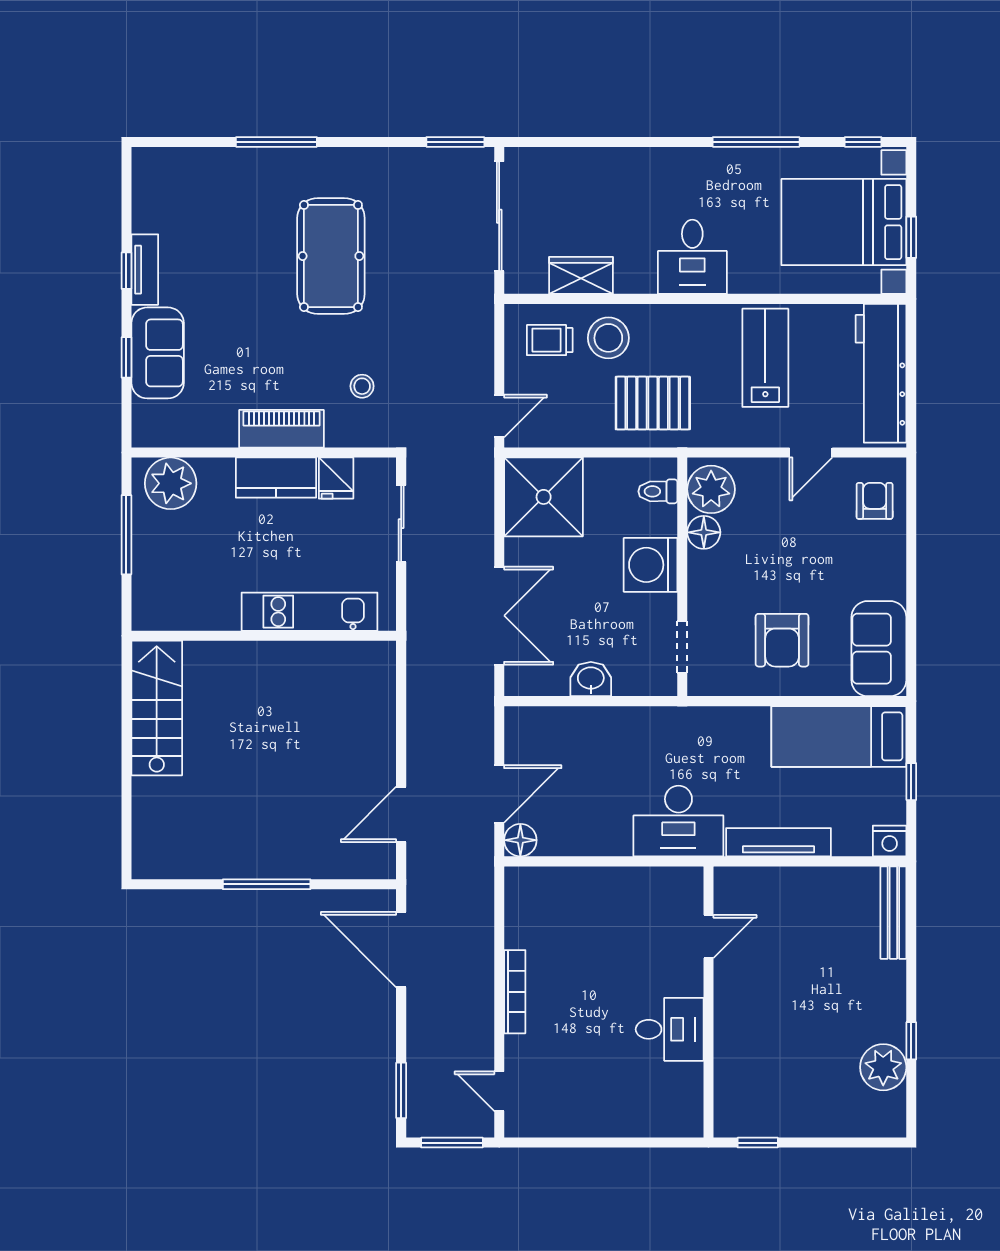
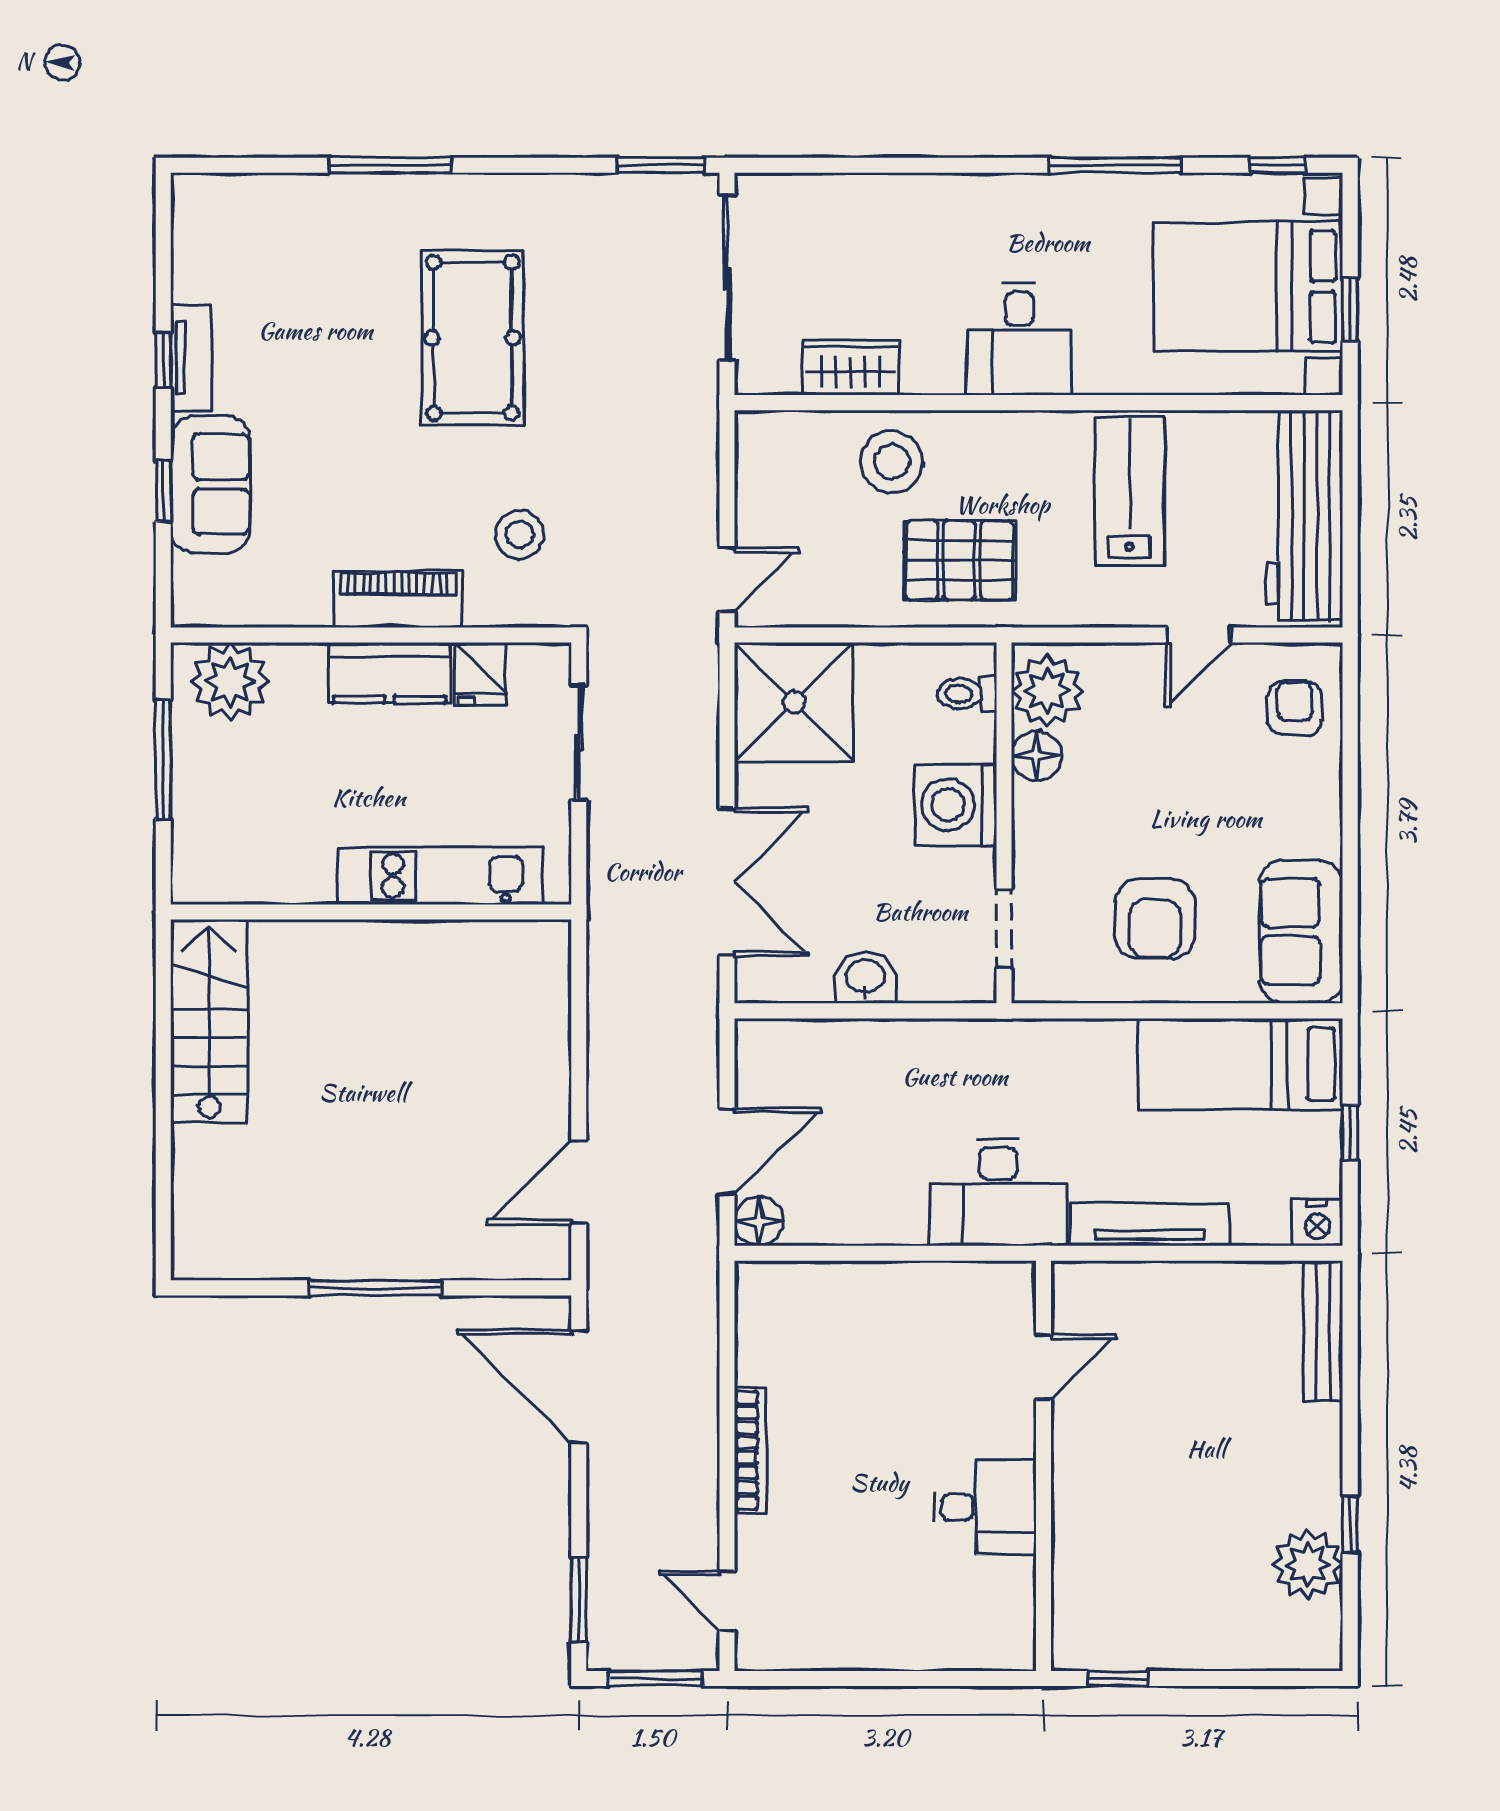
trolley: (550, 340) -> (803, 465), removed
stool: (362, 386) -> (520, 535), width x1.37, depth x1.37

